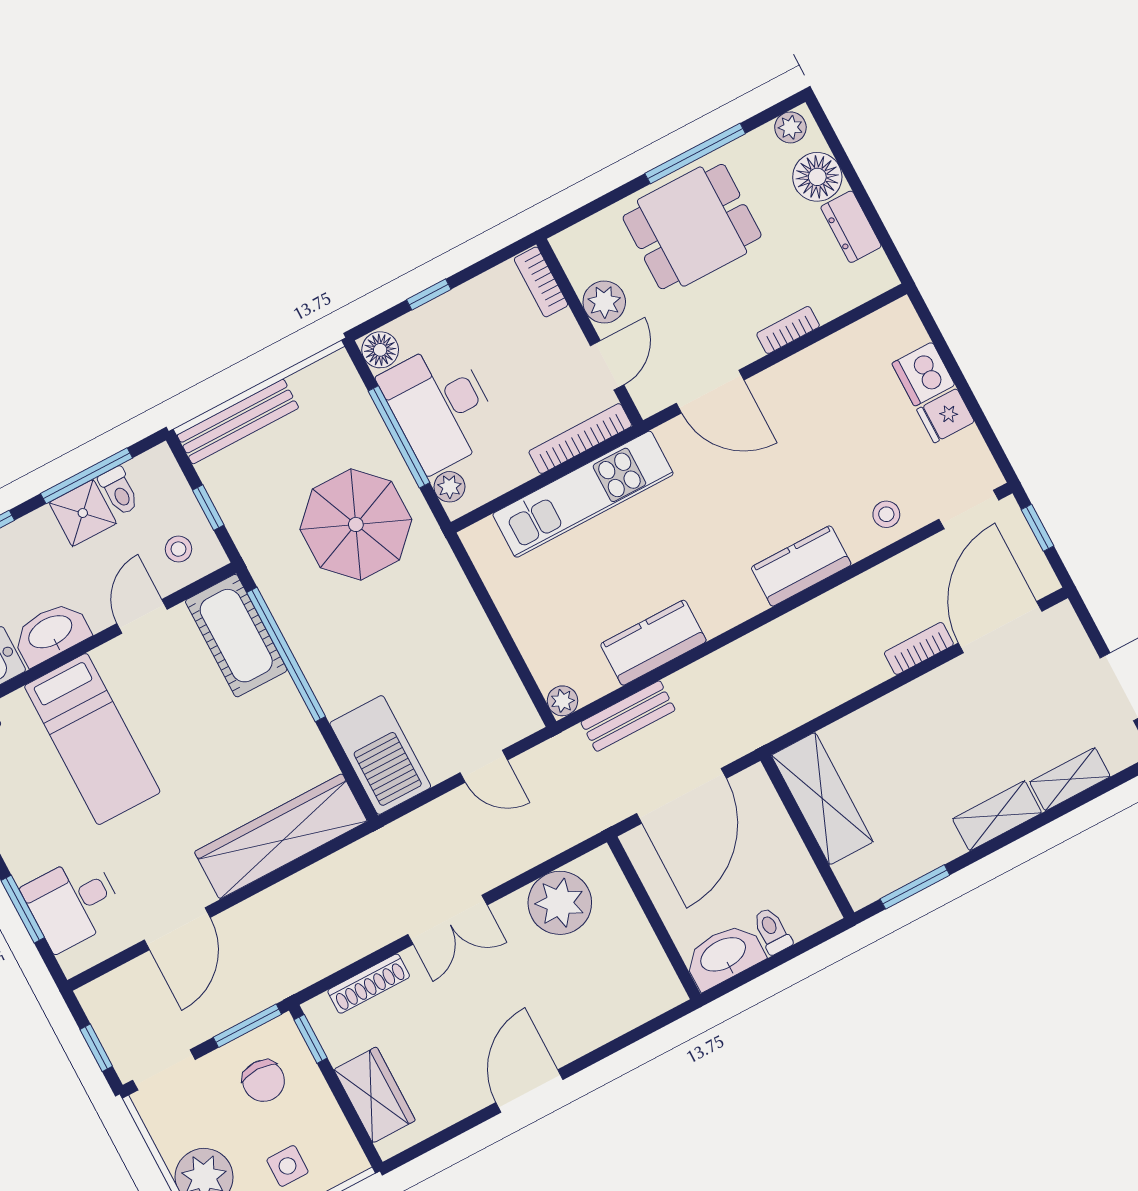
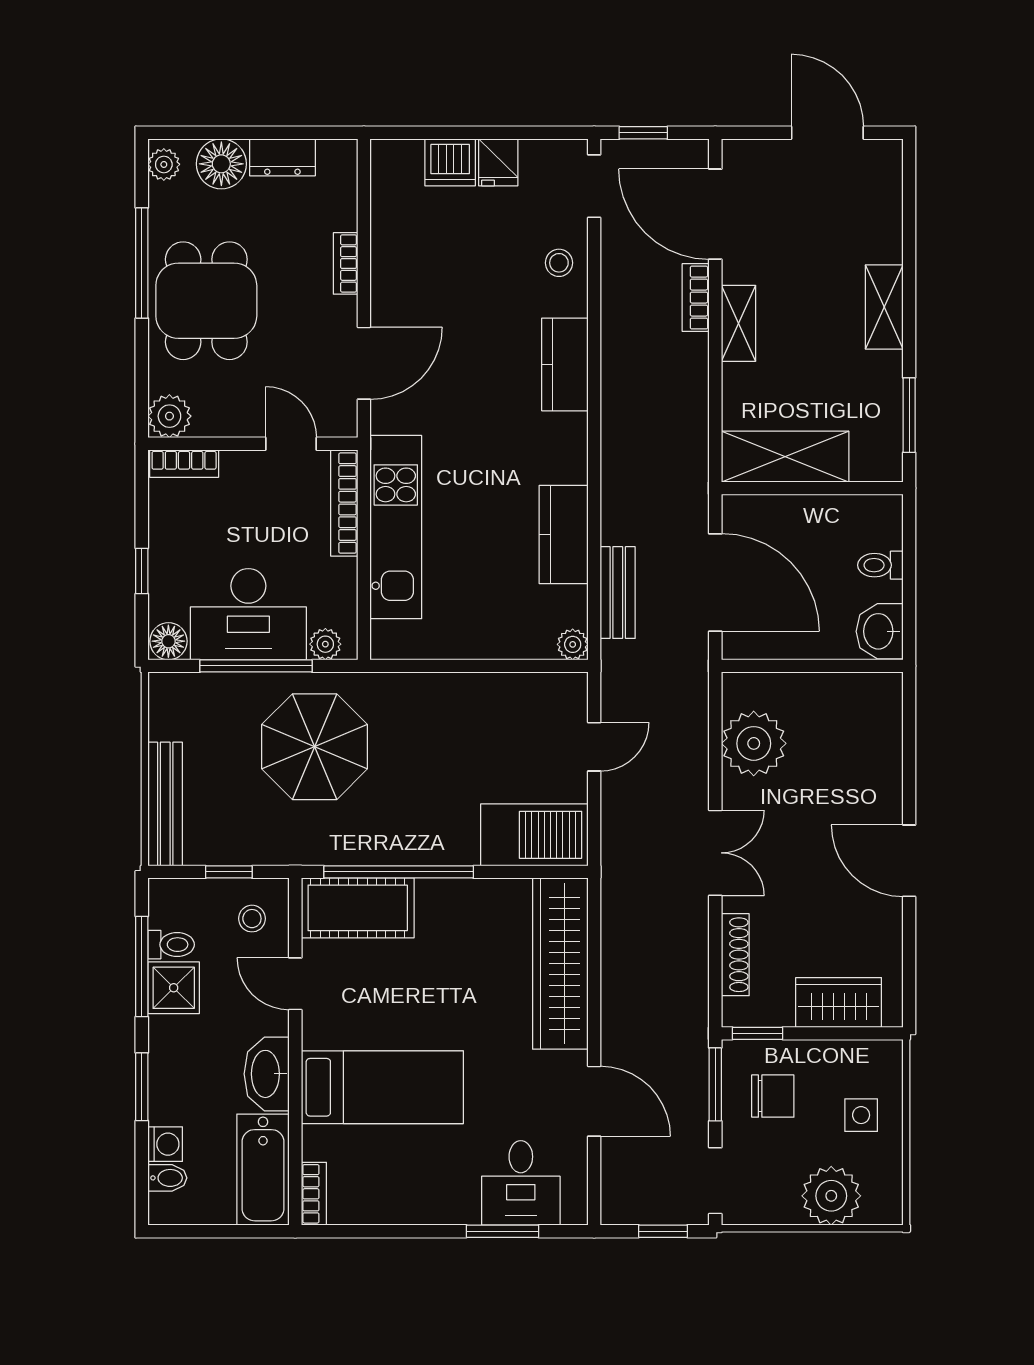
plant: (604, 302) -> (169, 416), moved
shelving: (1070, 779) -> (738, 323), moved
washbasin: (724, 956) -> (880, 631), width x0.72

